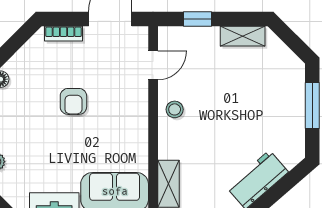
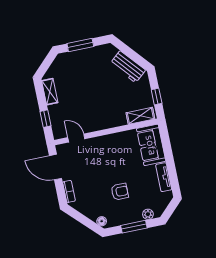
armchair: (73, 101) -> (120, 192), moved
stool: (175, 109) -> (98, 121), removed

